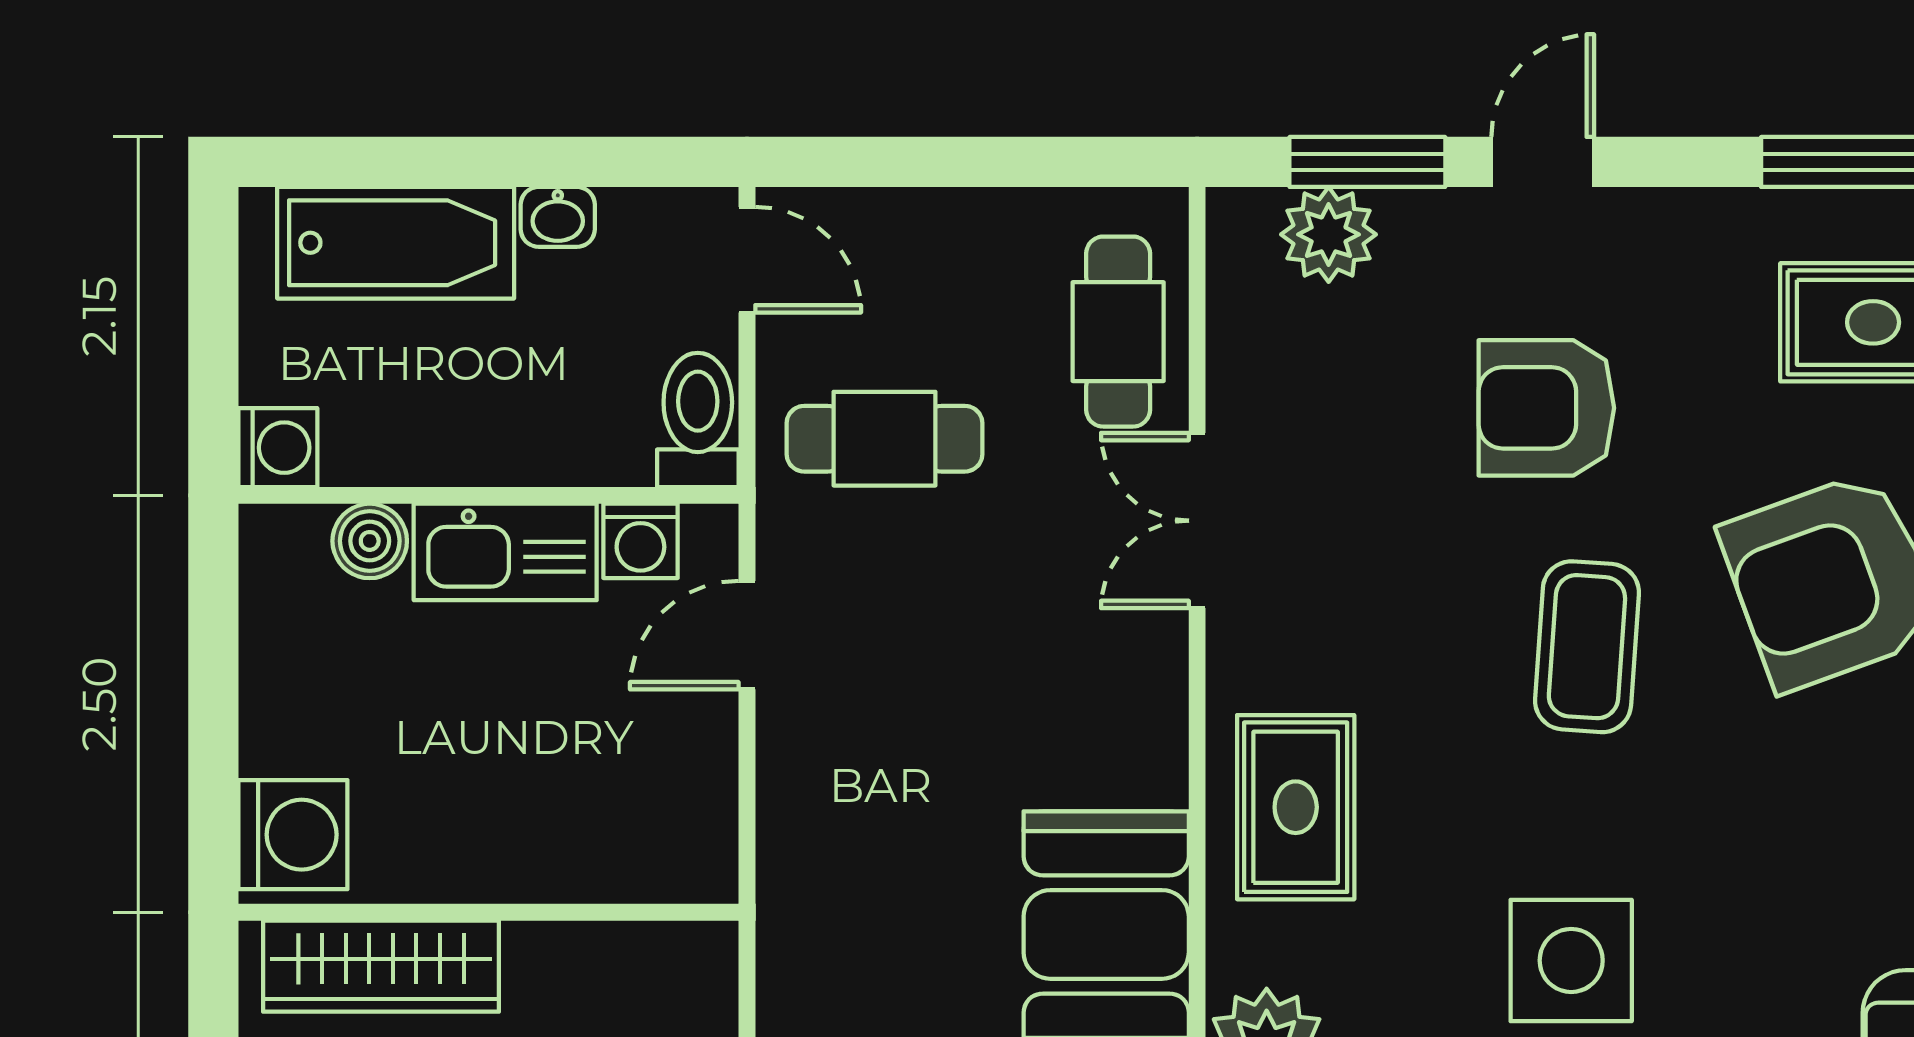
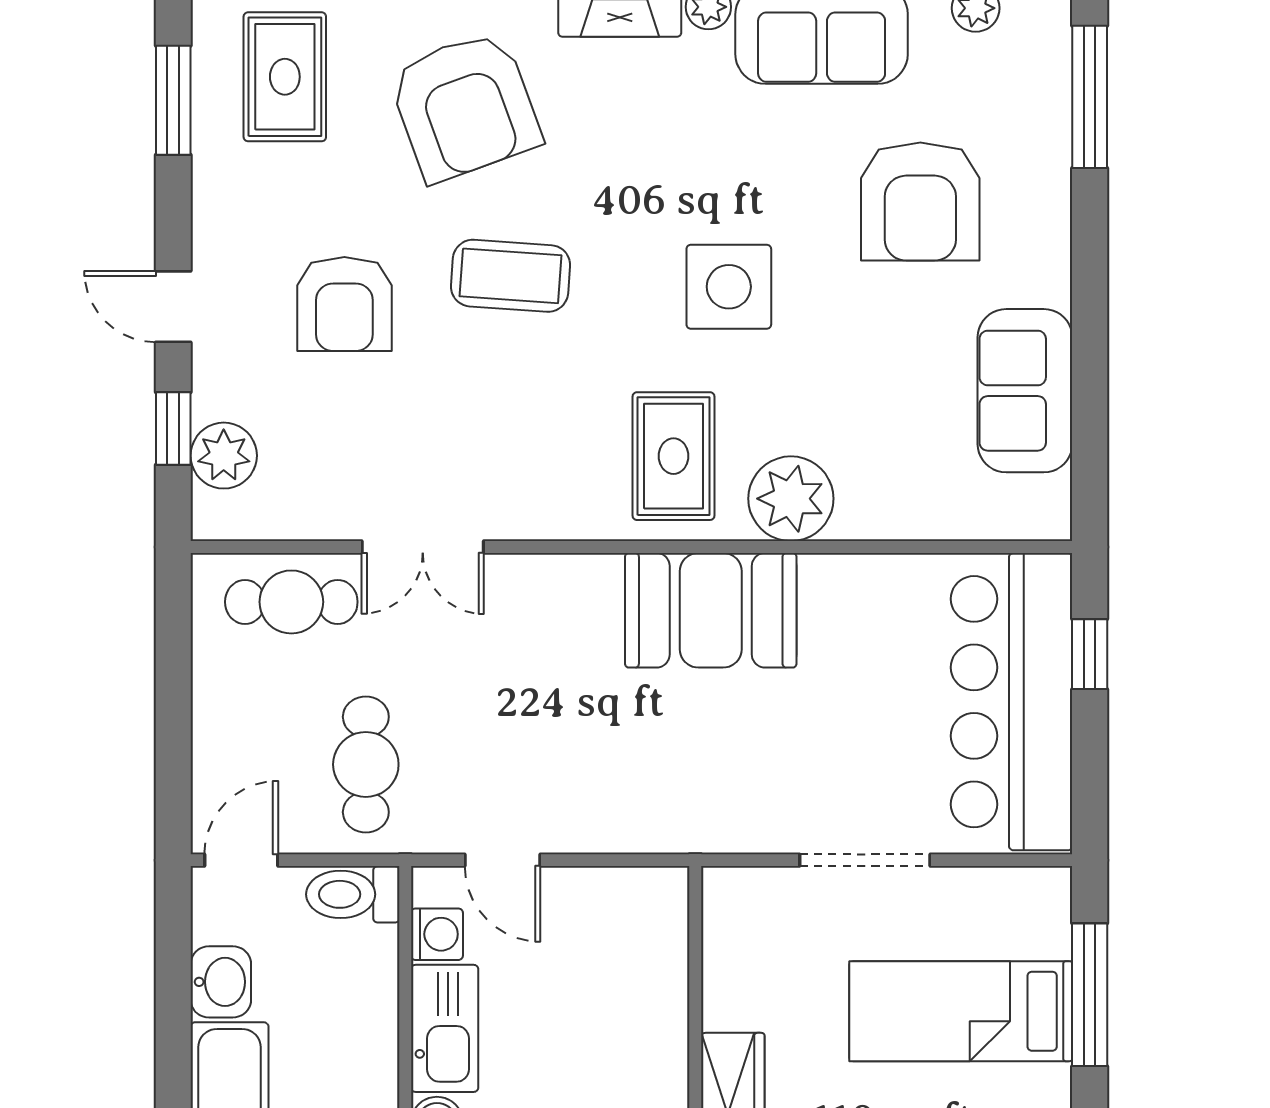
window: (1367, 162) -> (173, 429), width x0.67
washbasin: (558, 217) -> (221, 982), width x1.38, depth x1.45
rug: (1296, 807) -> (674, 456), moved, turned 90

